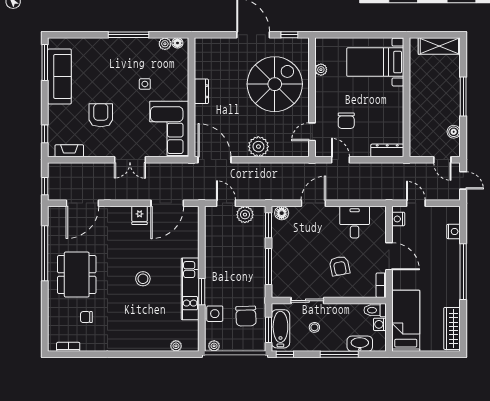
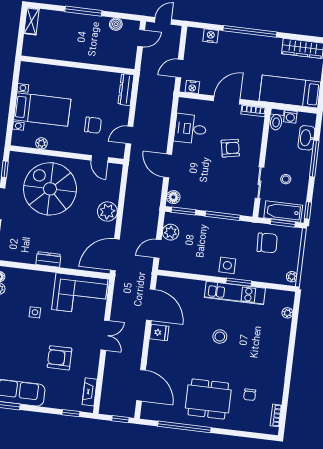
shelving: (439, 46) -> (32, 21), width x0.67, depth x0.75
bed with nightstands: (375, 62) -> (42, 109), moved, turned -90
side table: (215, 314) -> (227, 265), moved

